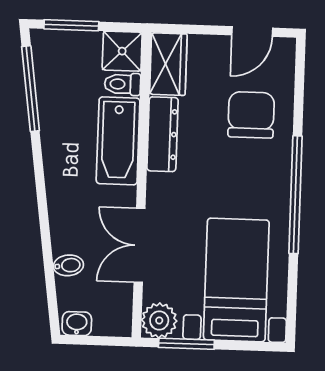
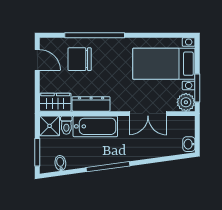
window: (31, 89) -> (108, 167), moved
window: (295, 195) -> (95, 35), moved
bidet: (68, 265) -> (60, 163), moved

